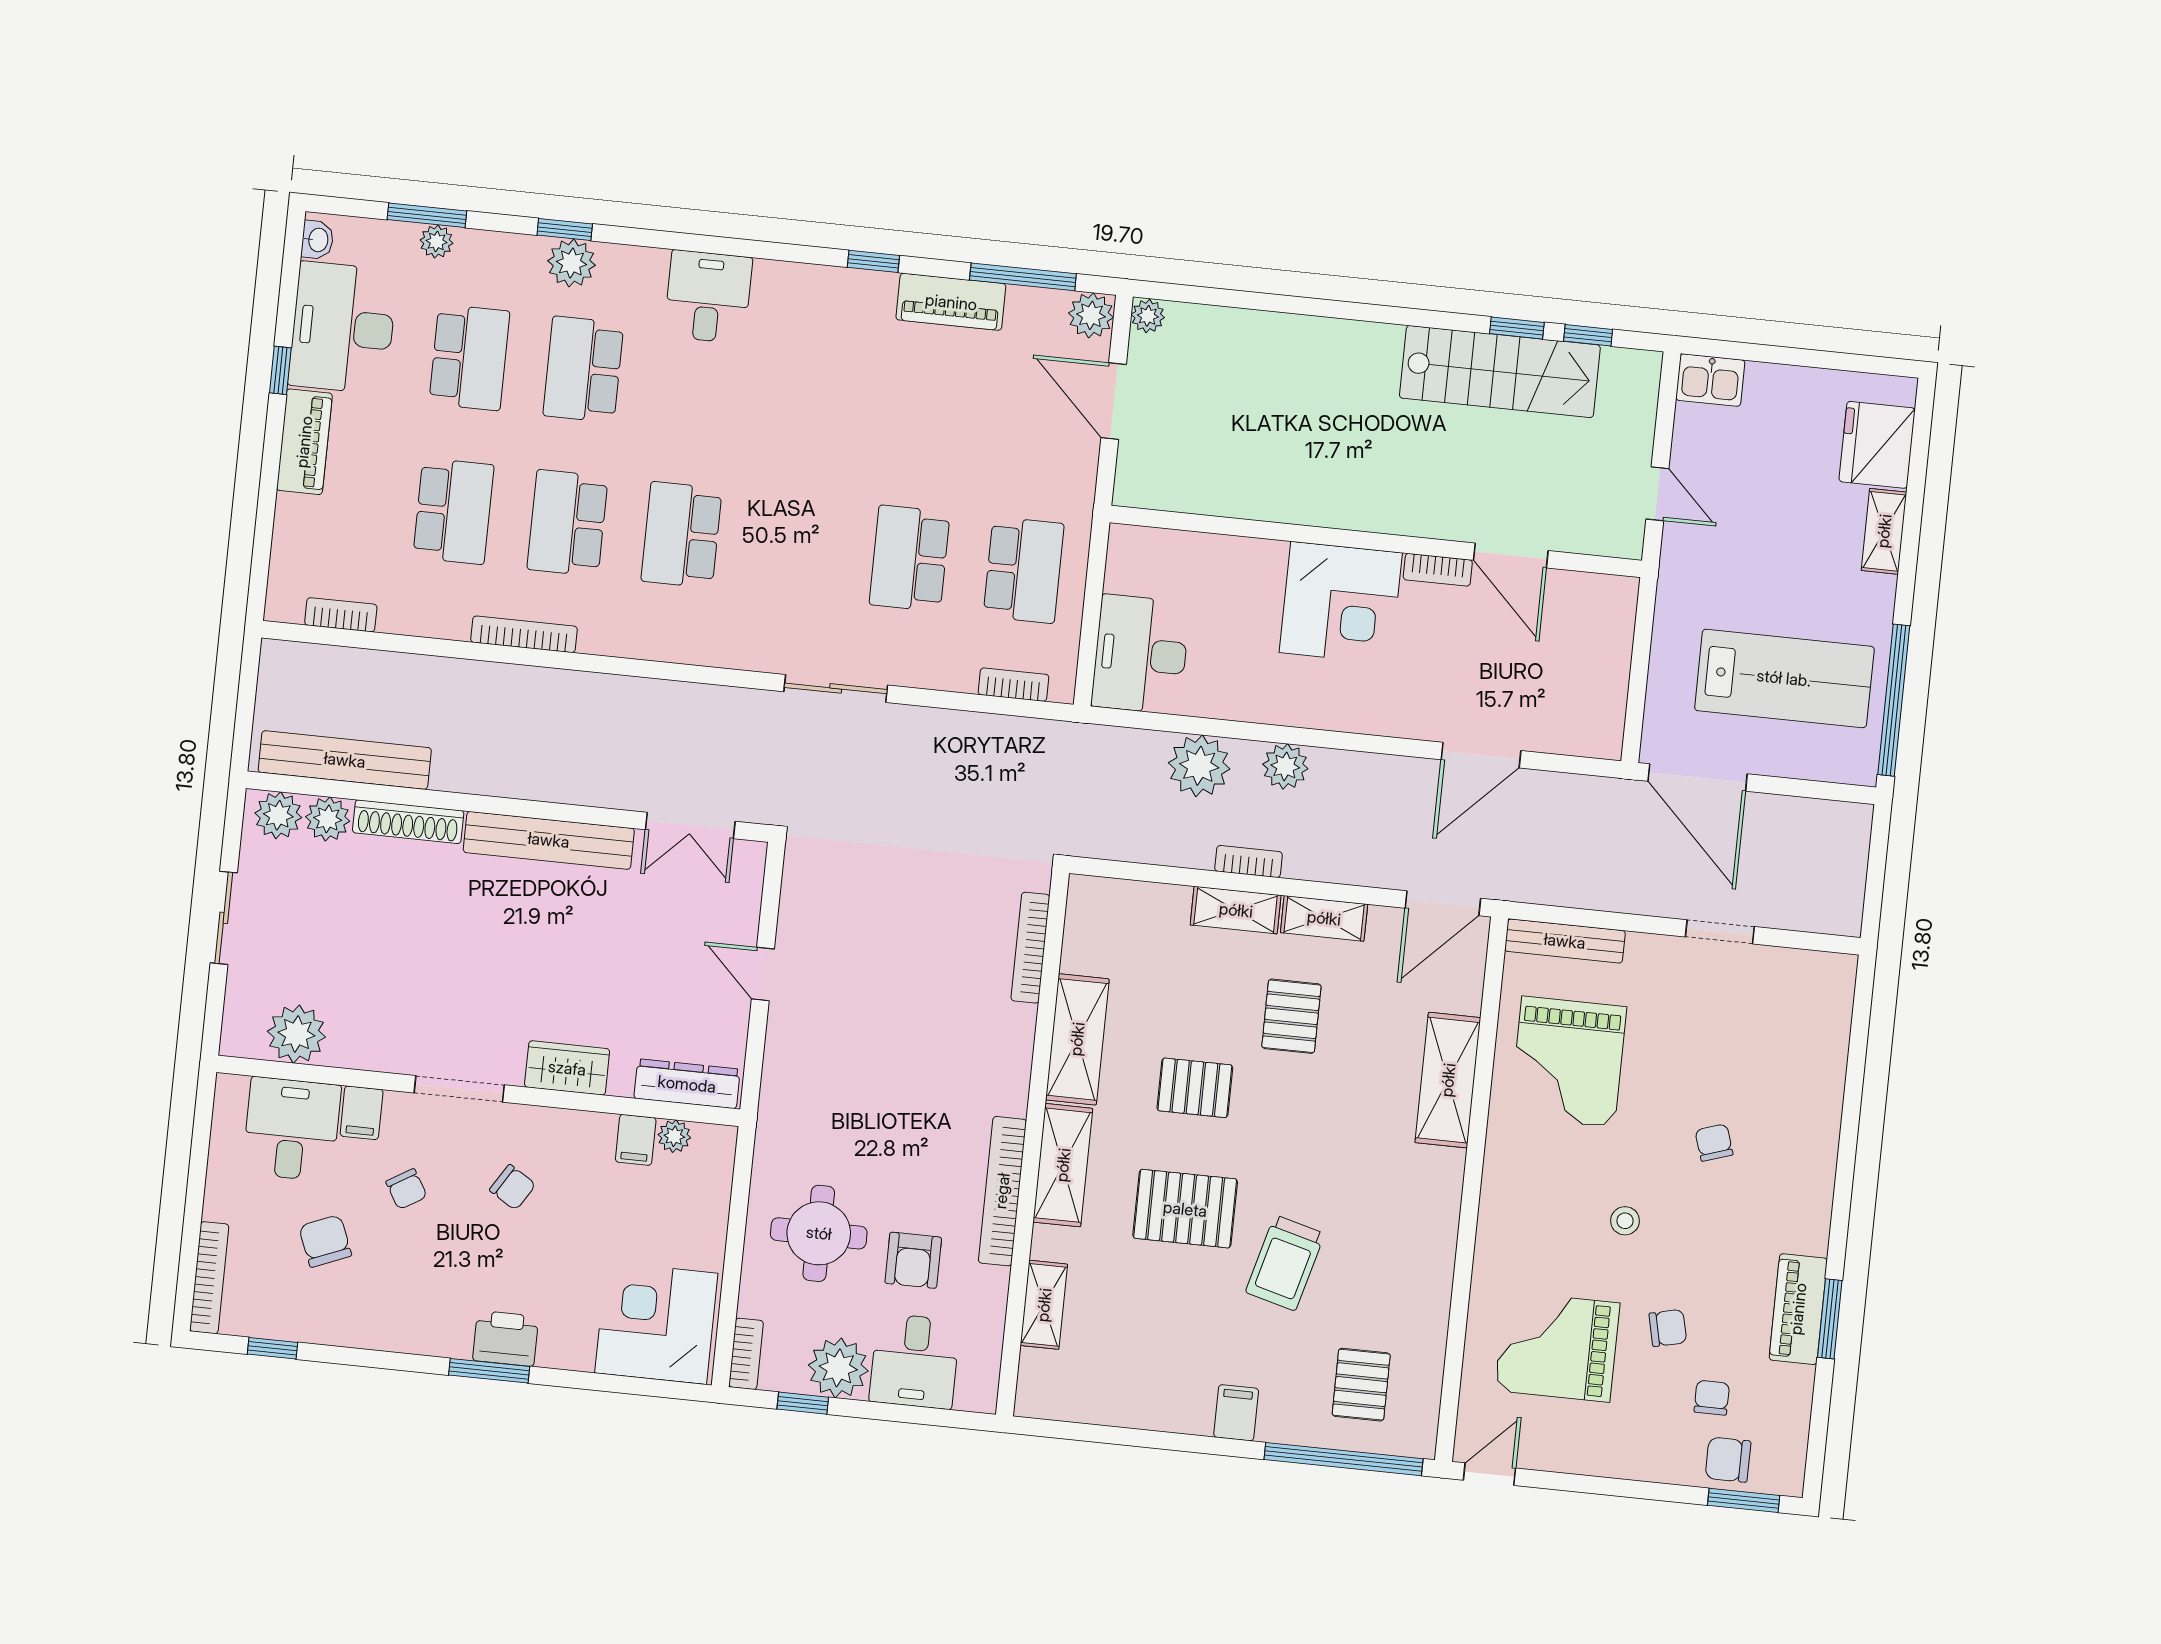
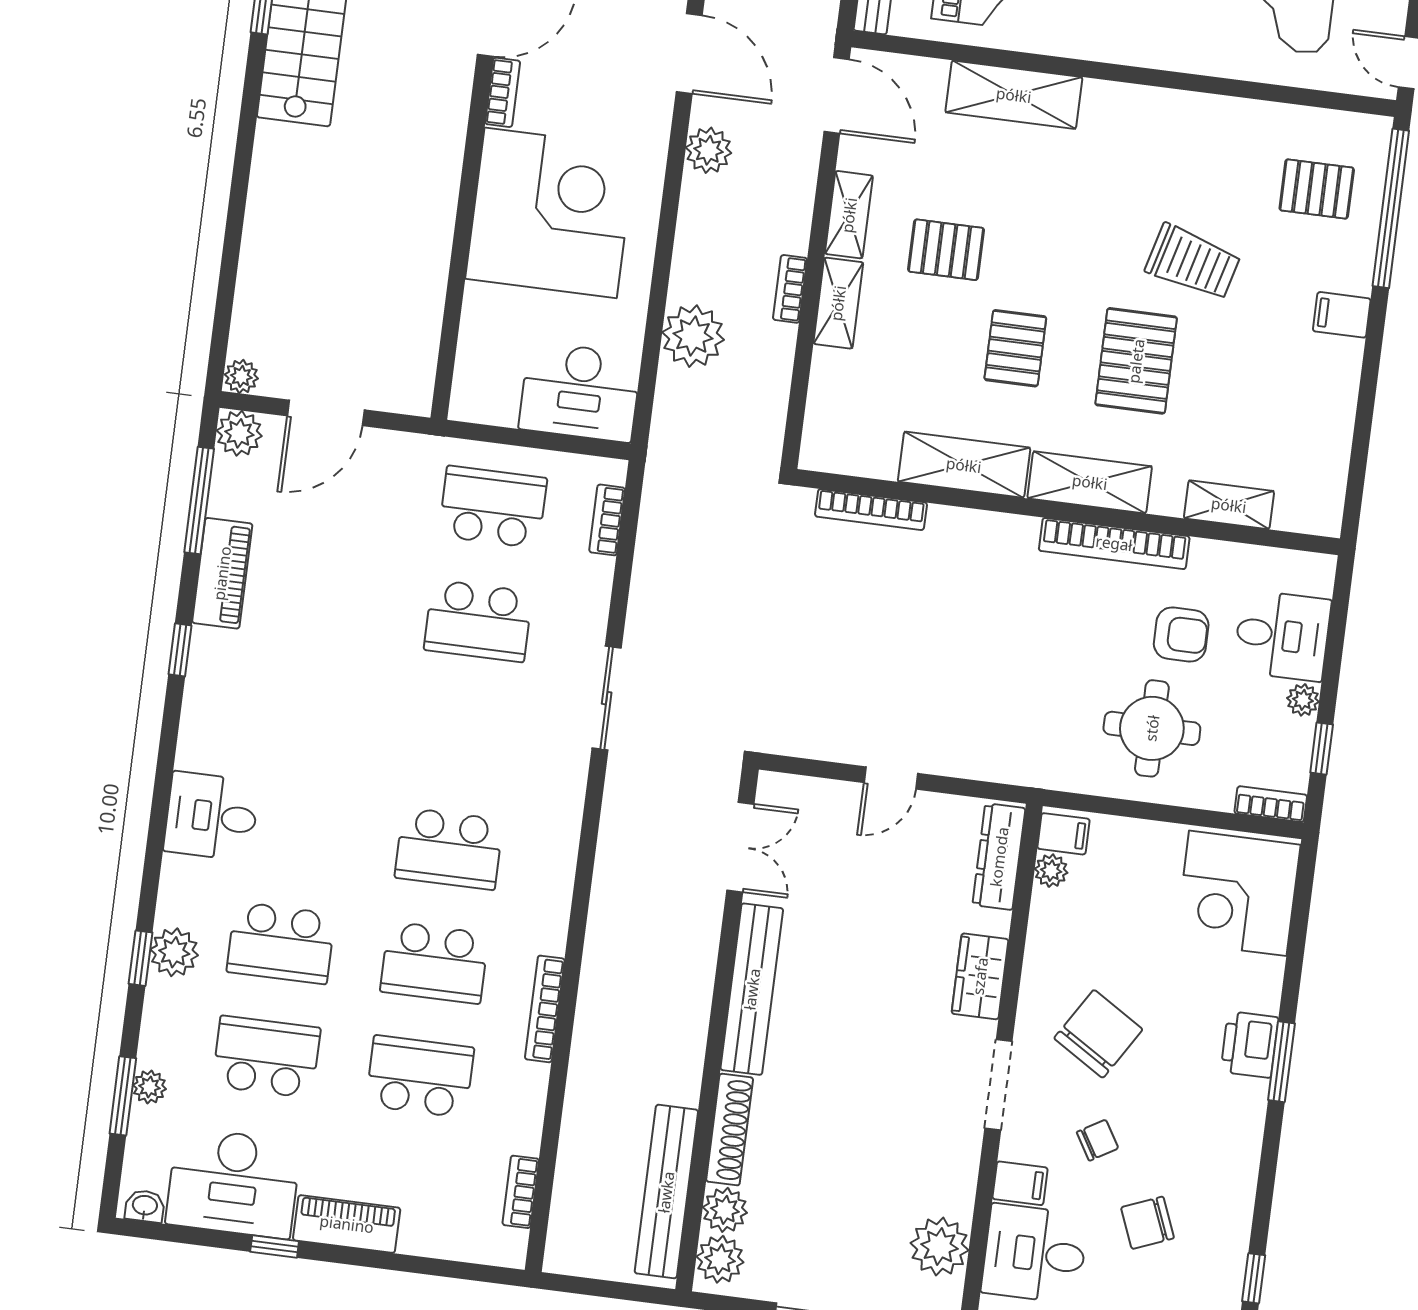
corner desk: (1341, 603) -> (551, 213), width x1.36, depth x1.36
plant: (1285, 766) -> (709, 150), moved
filing cabinet: (636, 1140) -> (1063, 834), moved
chair: (513, 1187) -> (1098, 1034), width x1.87, depth x1.87
plant: (838, 1368) -> (1303, 700), width x0.53, depth x0.53

